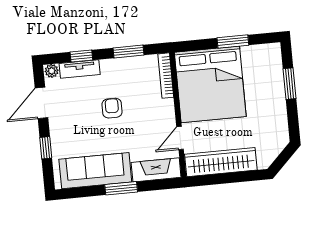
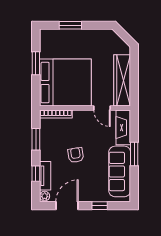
door: (41, 103) -> (67, 206), swing flipped
armchair: (112, 108) -> (76, 155), turned 81

